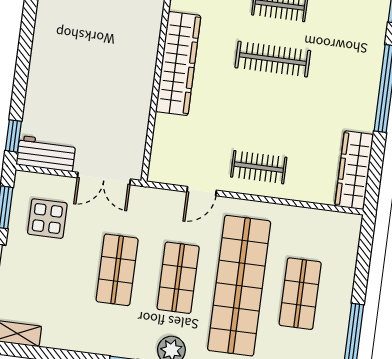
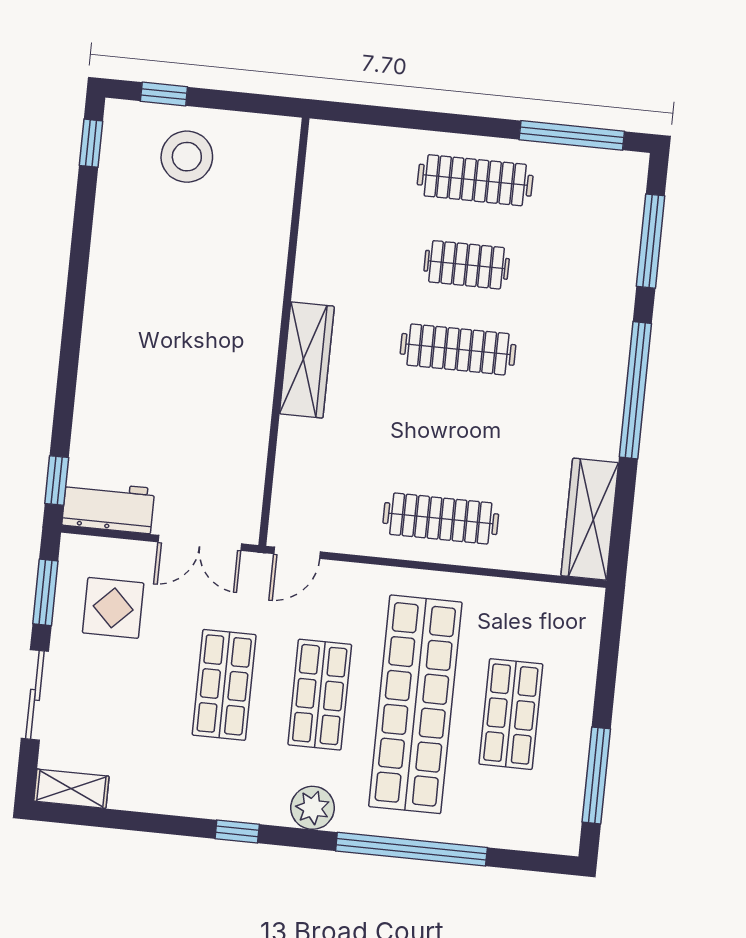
wardrobe: (178, 63) -> (307, 360), width x0.71, depth x0.85
clothes rail: (259, 167) -> (441, 519), width x1.36
door: (202, 191) -> (297, 553), moved

